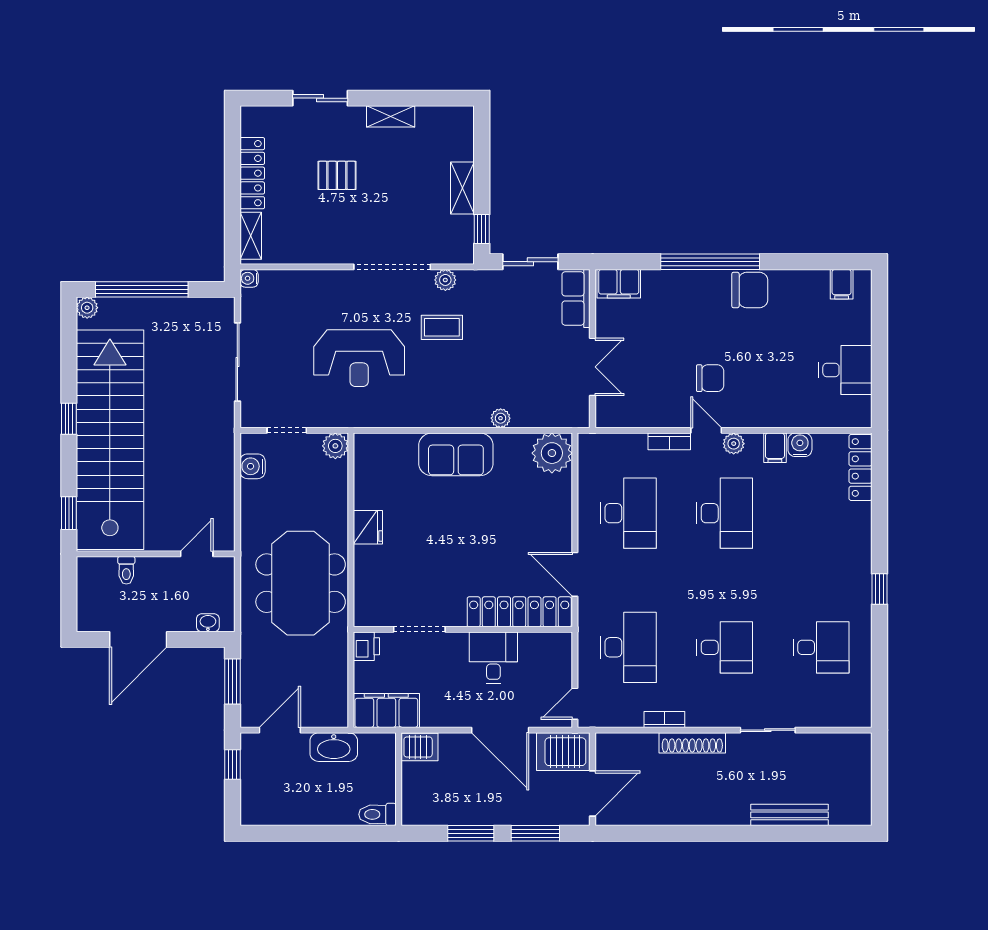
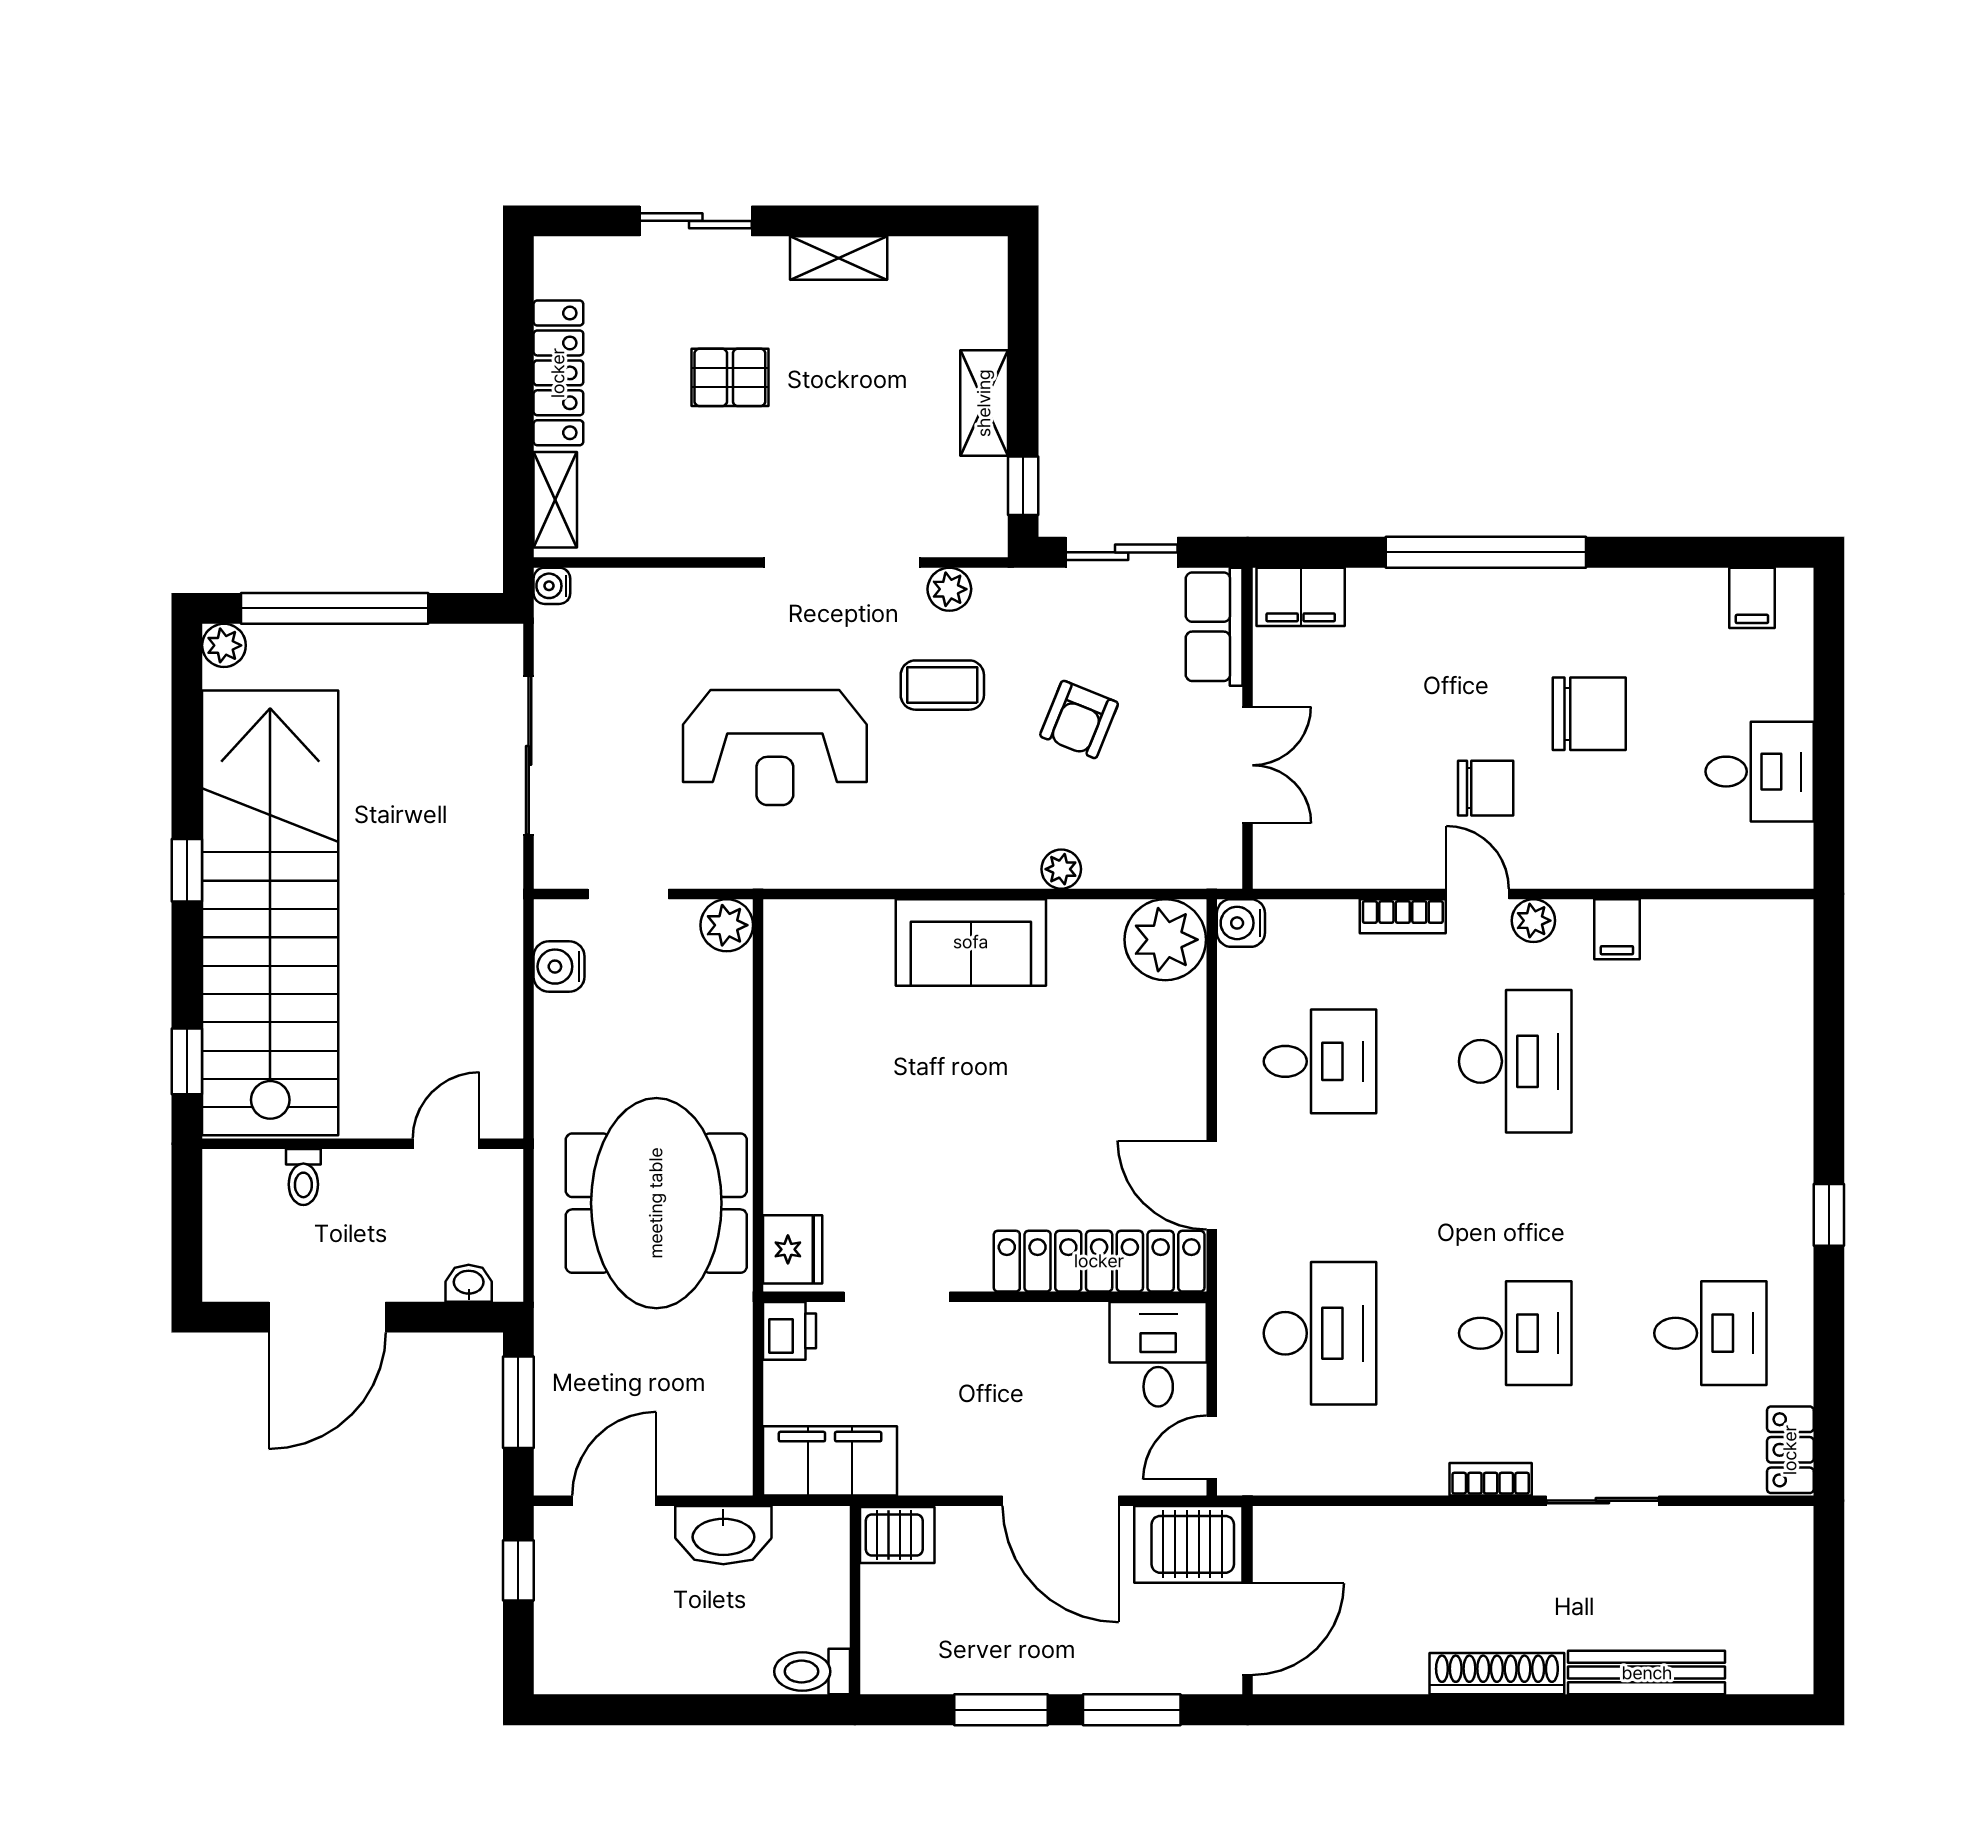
chair: (750, 290) -> (1589, 714), moved
armchair: (509, 344) -> (1079, 719), added
water cooler: (800, 445) -> (1241, 923), moved, turned -90
locker: (861, 467) -> (1790, 1450), moved, width x0.66
desk: (628, 513) -> (1320, 1061), width x0.73
fridge: (368, 527) -> (793, 1249), moved
desk: (493, 658) -> (1158, 1354), moved
bookcase: (664, 719) -> (1491, 1479), moved
shoe rack: (692, 743) -> (1497, 1674), moved, turned 180

